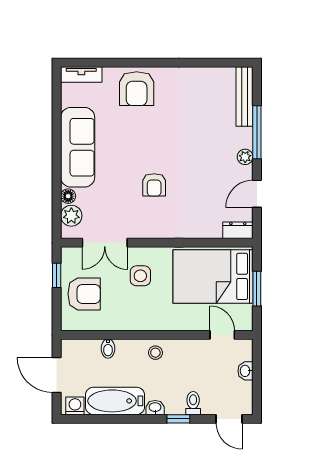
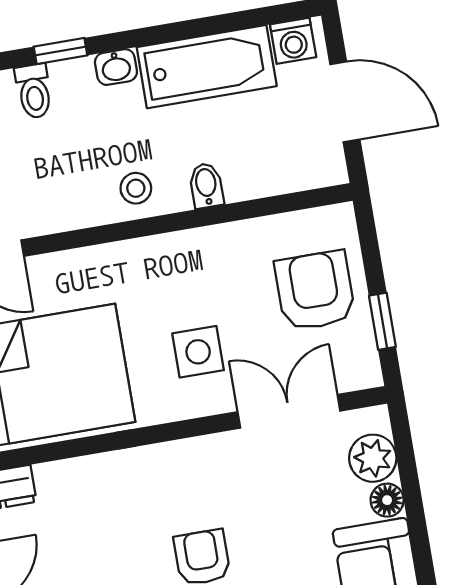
armchair: (84, 294) -> (315, 291), turned 90
bidet: (108, 349) -> (206, 186), moved

